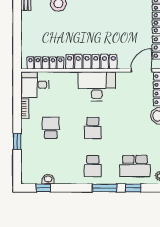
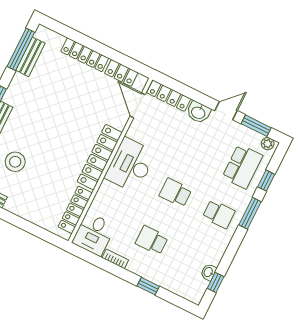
school desk: (93, 128) -> (175, 193), turned 180

